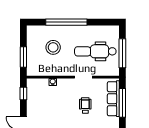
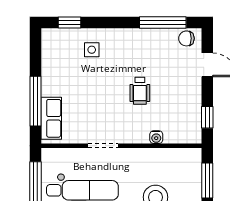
row of seats: (113, 99) -> (51, 118), width x0.68
wheelchair: (85, 105) -> (140, 91), moved

